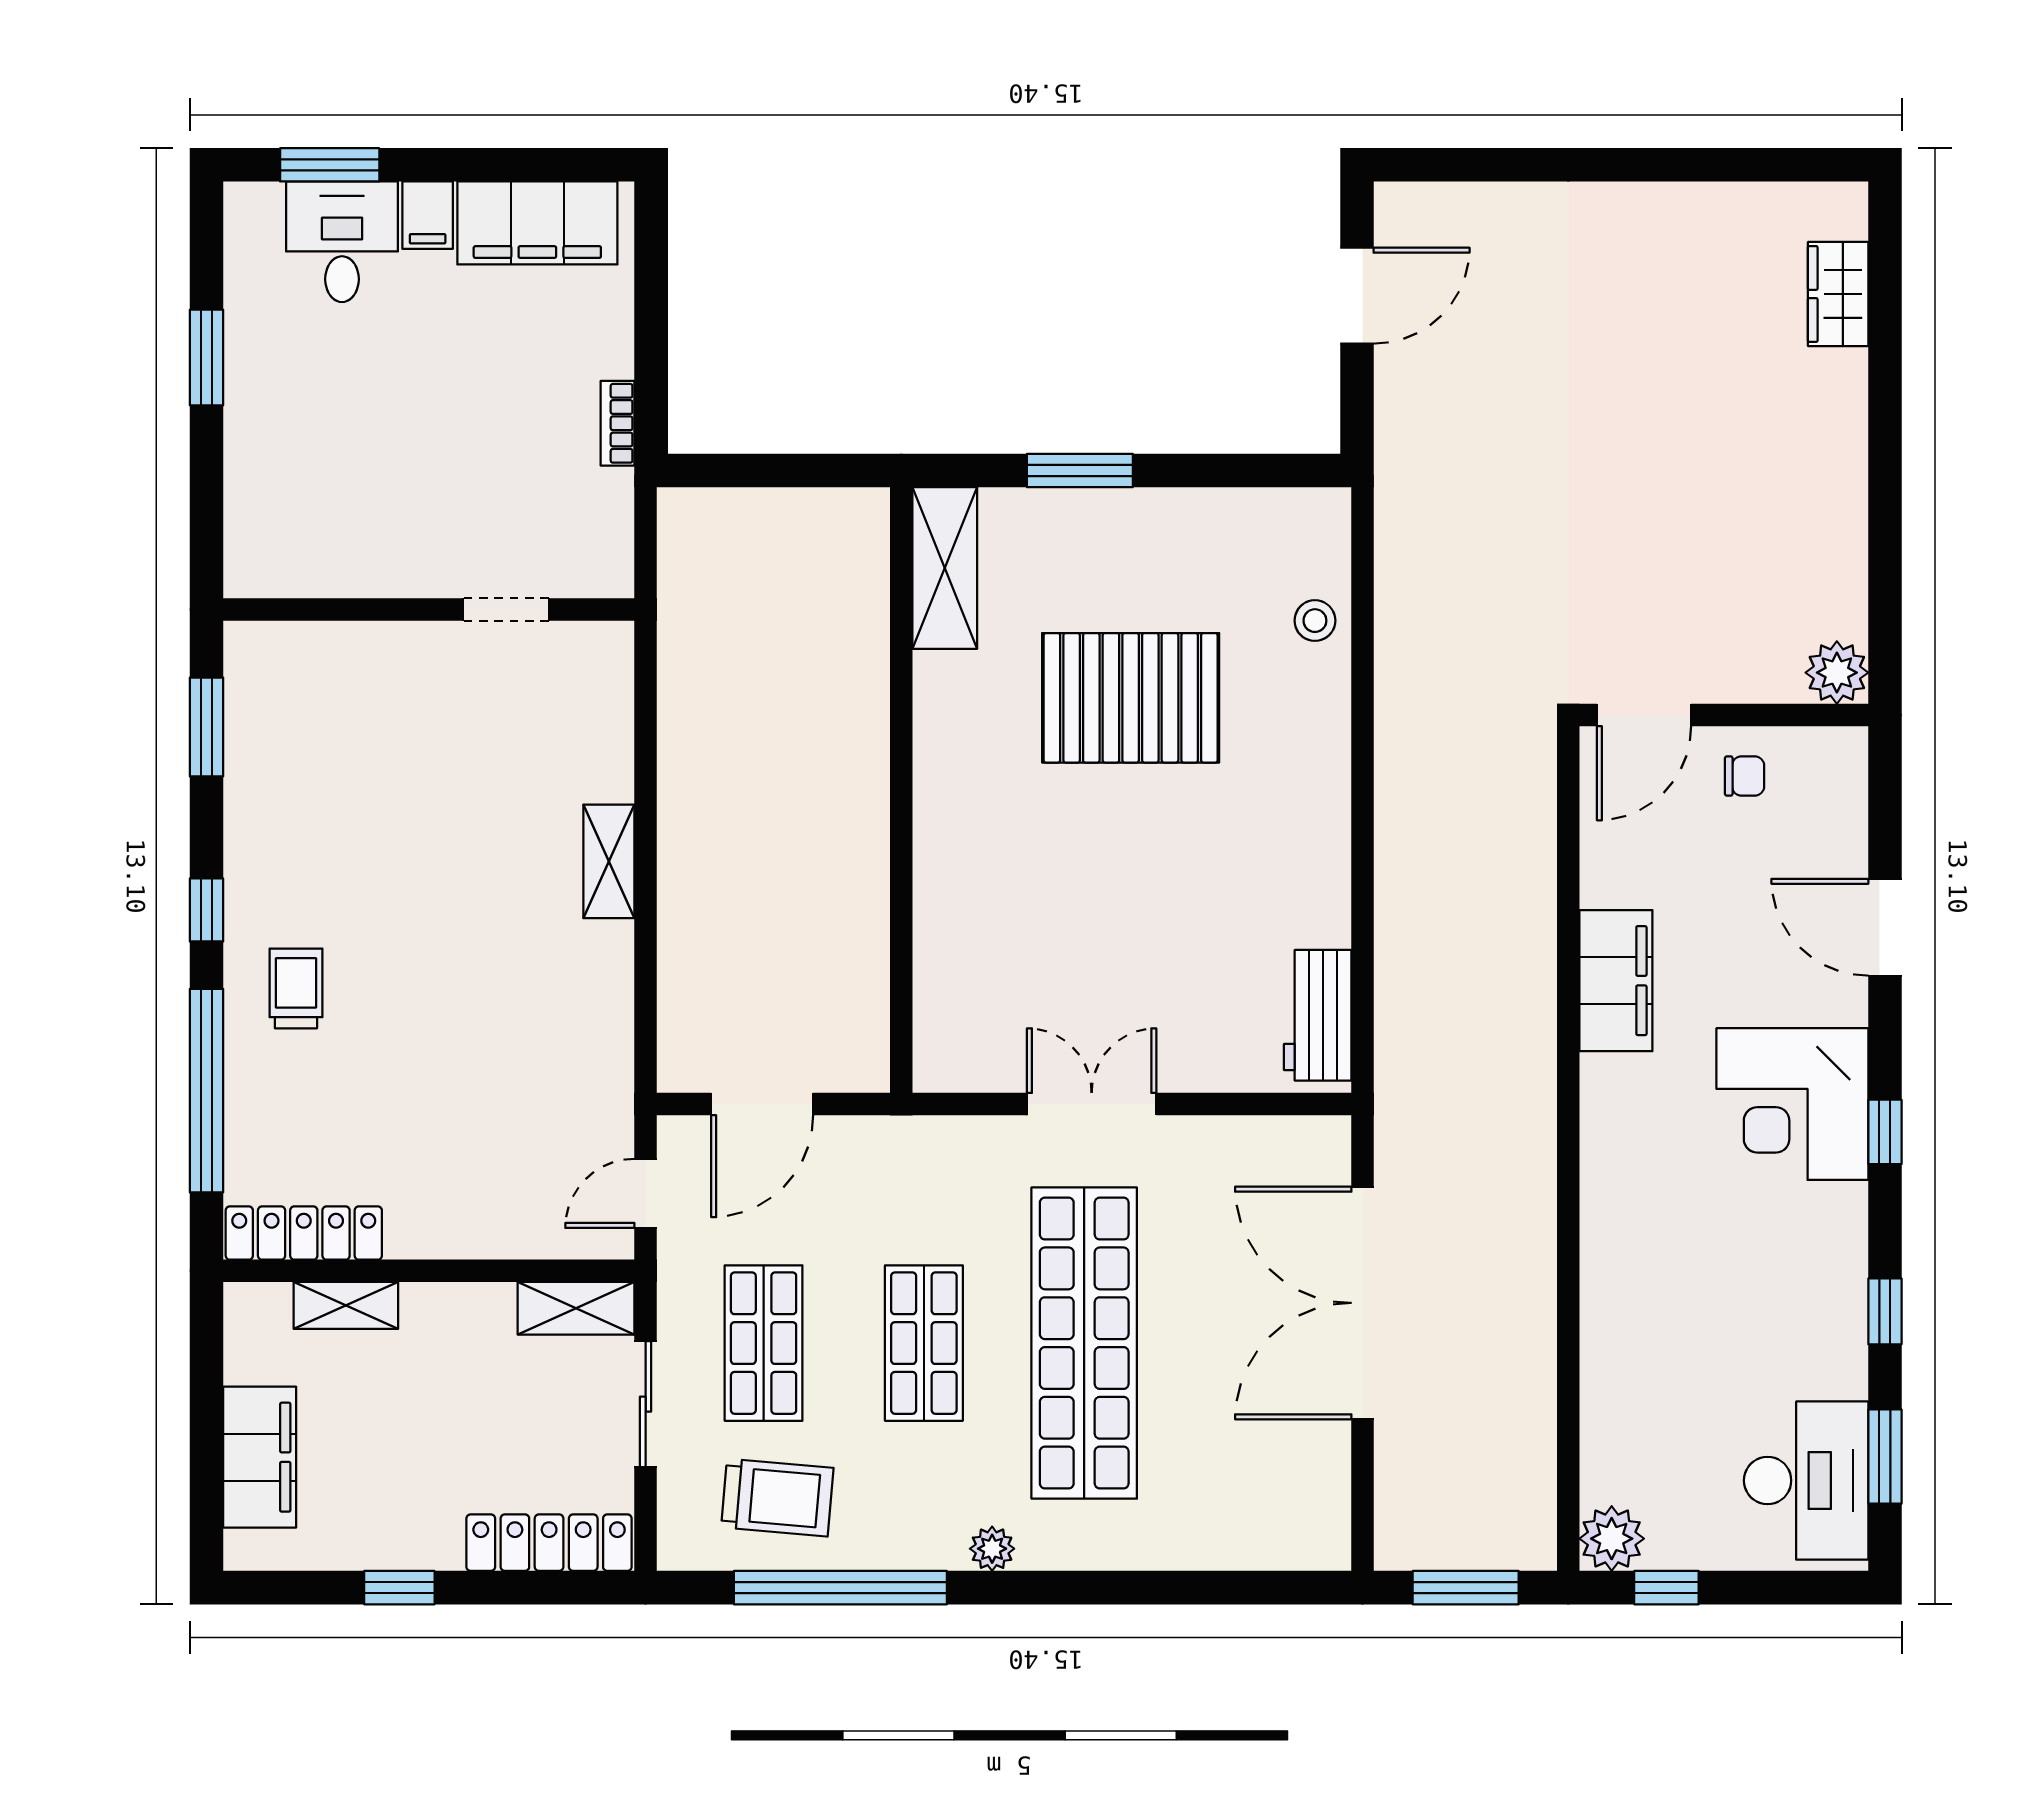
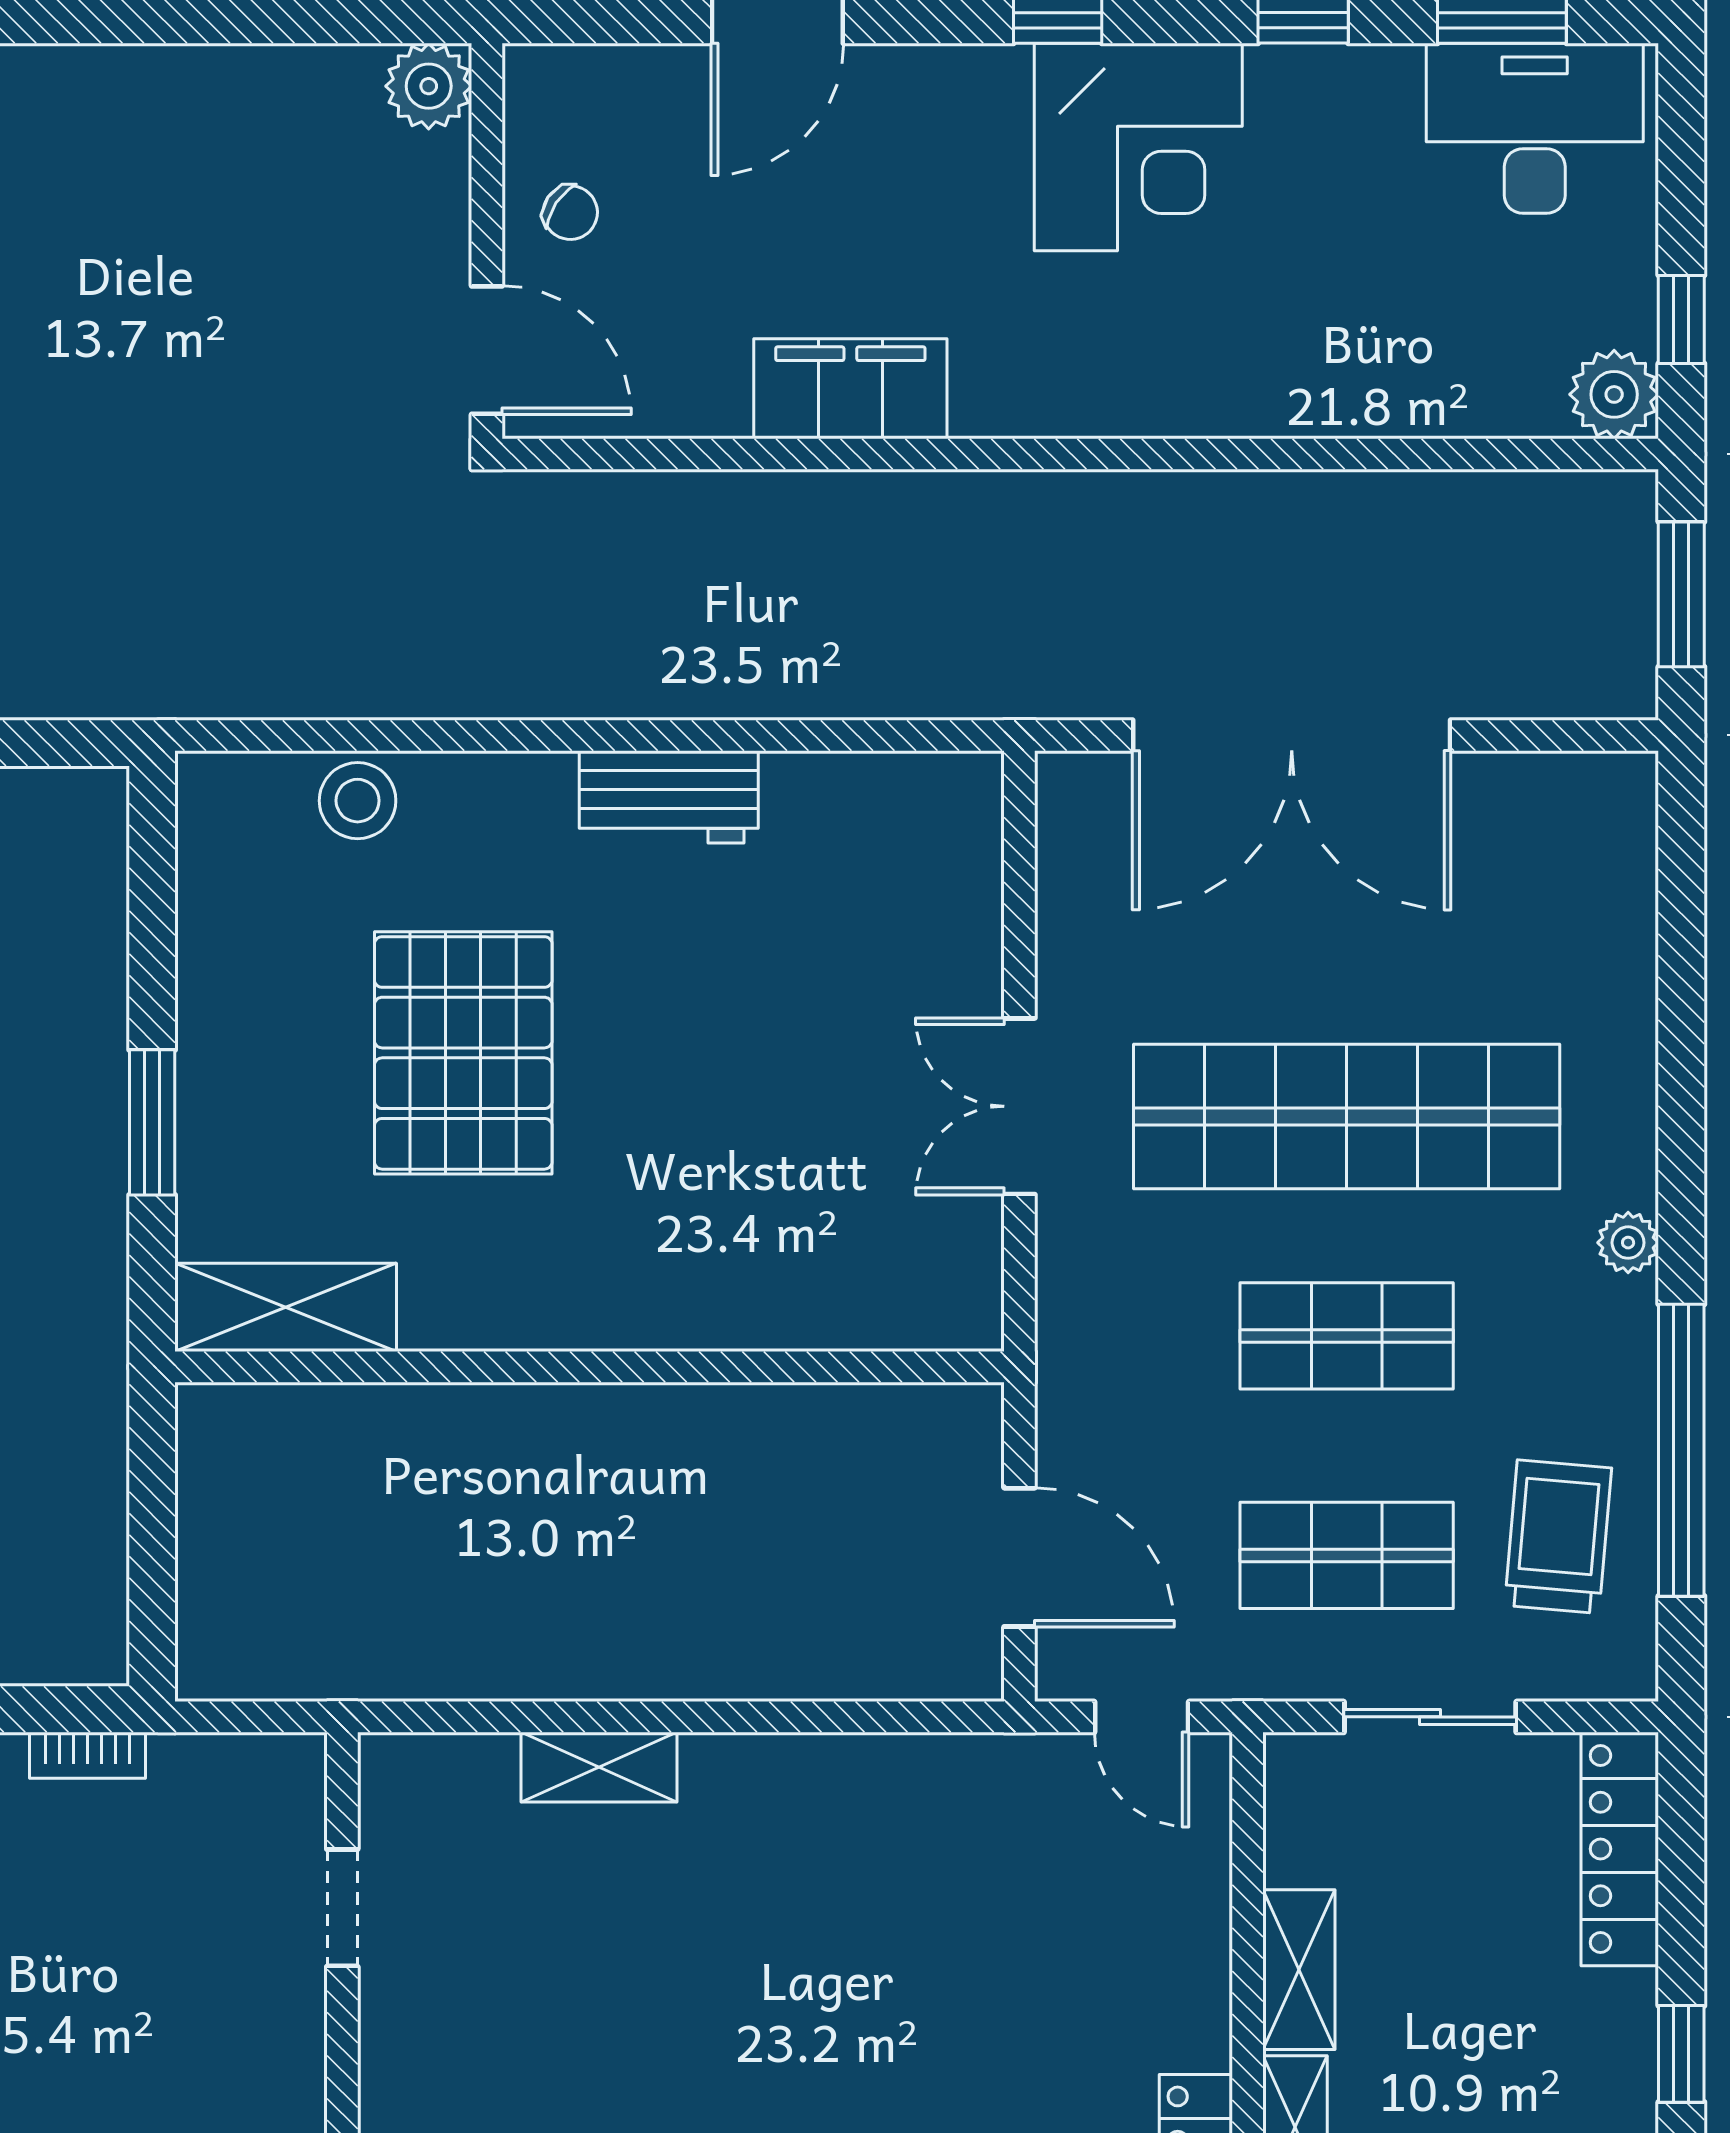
stool: (1315, 621) -> (358, 801), width x1.37, depth x1.37
chair: (1745, 776) -> (570, 213), turned 124
shelving: (609, 861) -> (599, 1767), moved
workbench: (1318, 1015) -> (669, 797), moved
corner desk: (1792, 1104) -> (1138, 147), moved
shelving: (576, 1308) -> (1299, 1970), moved

